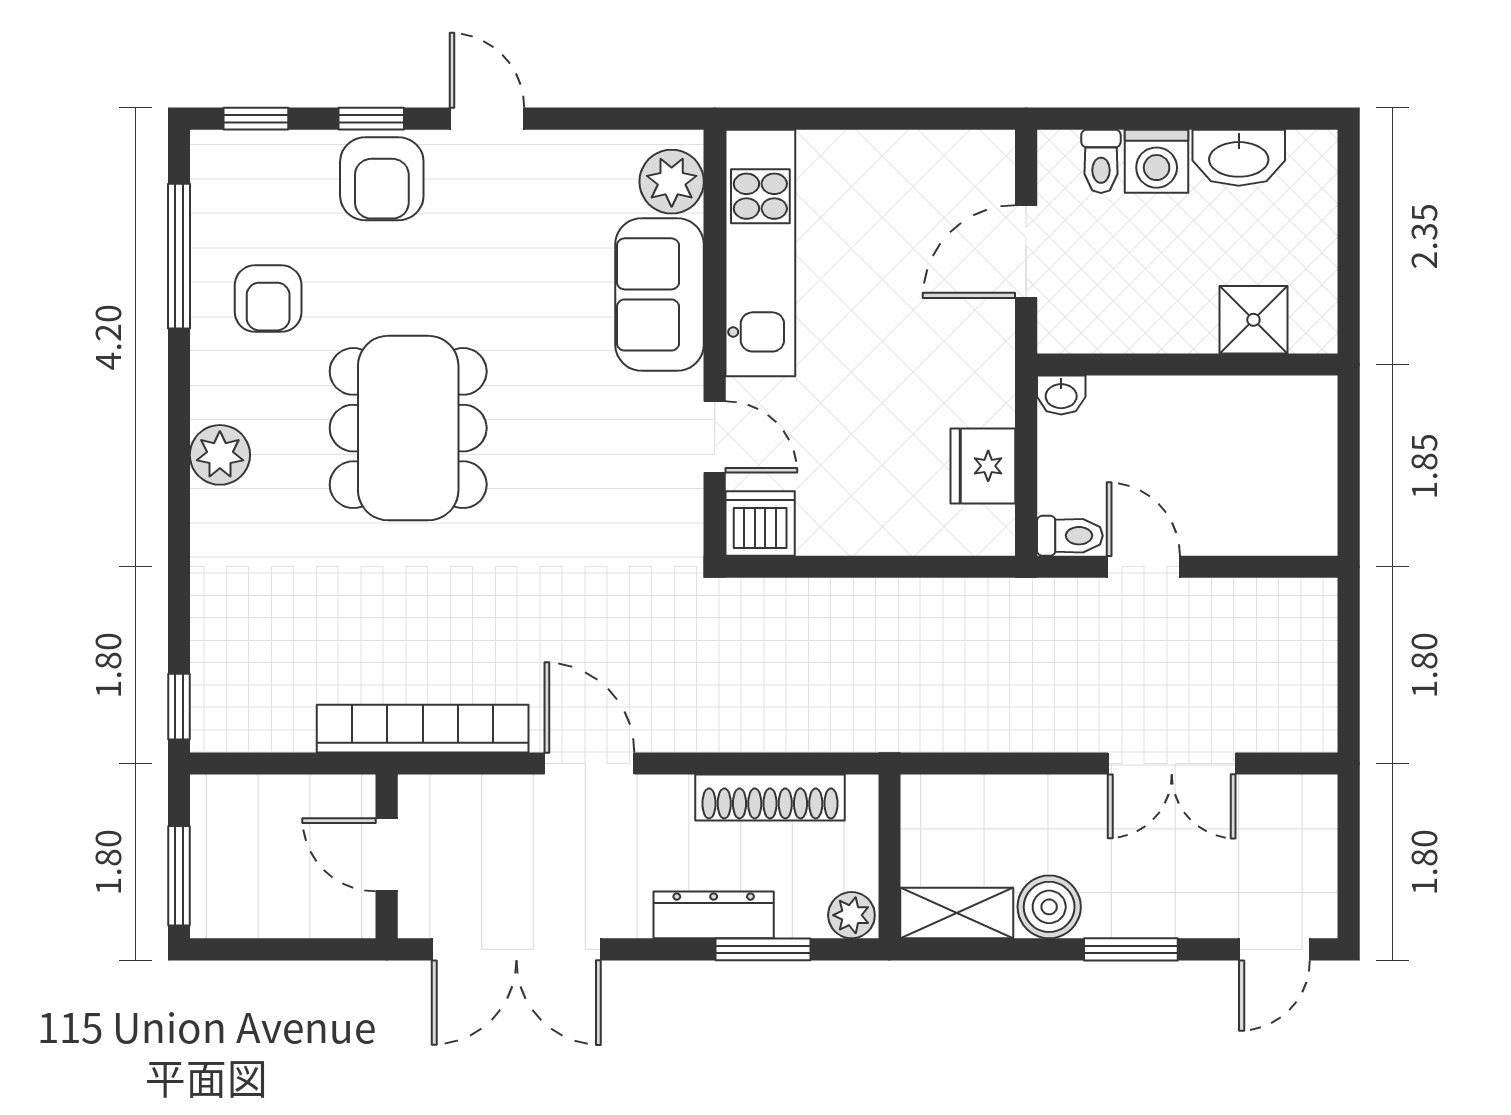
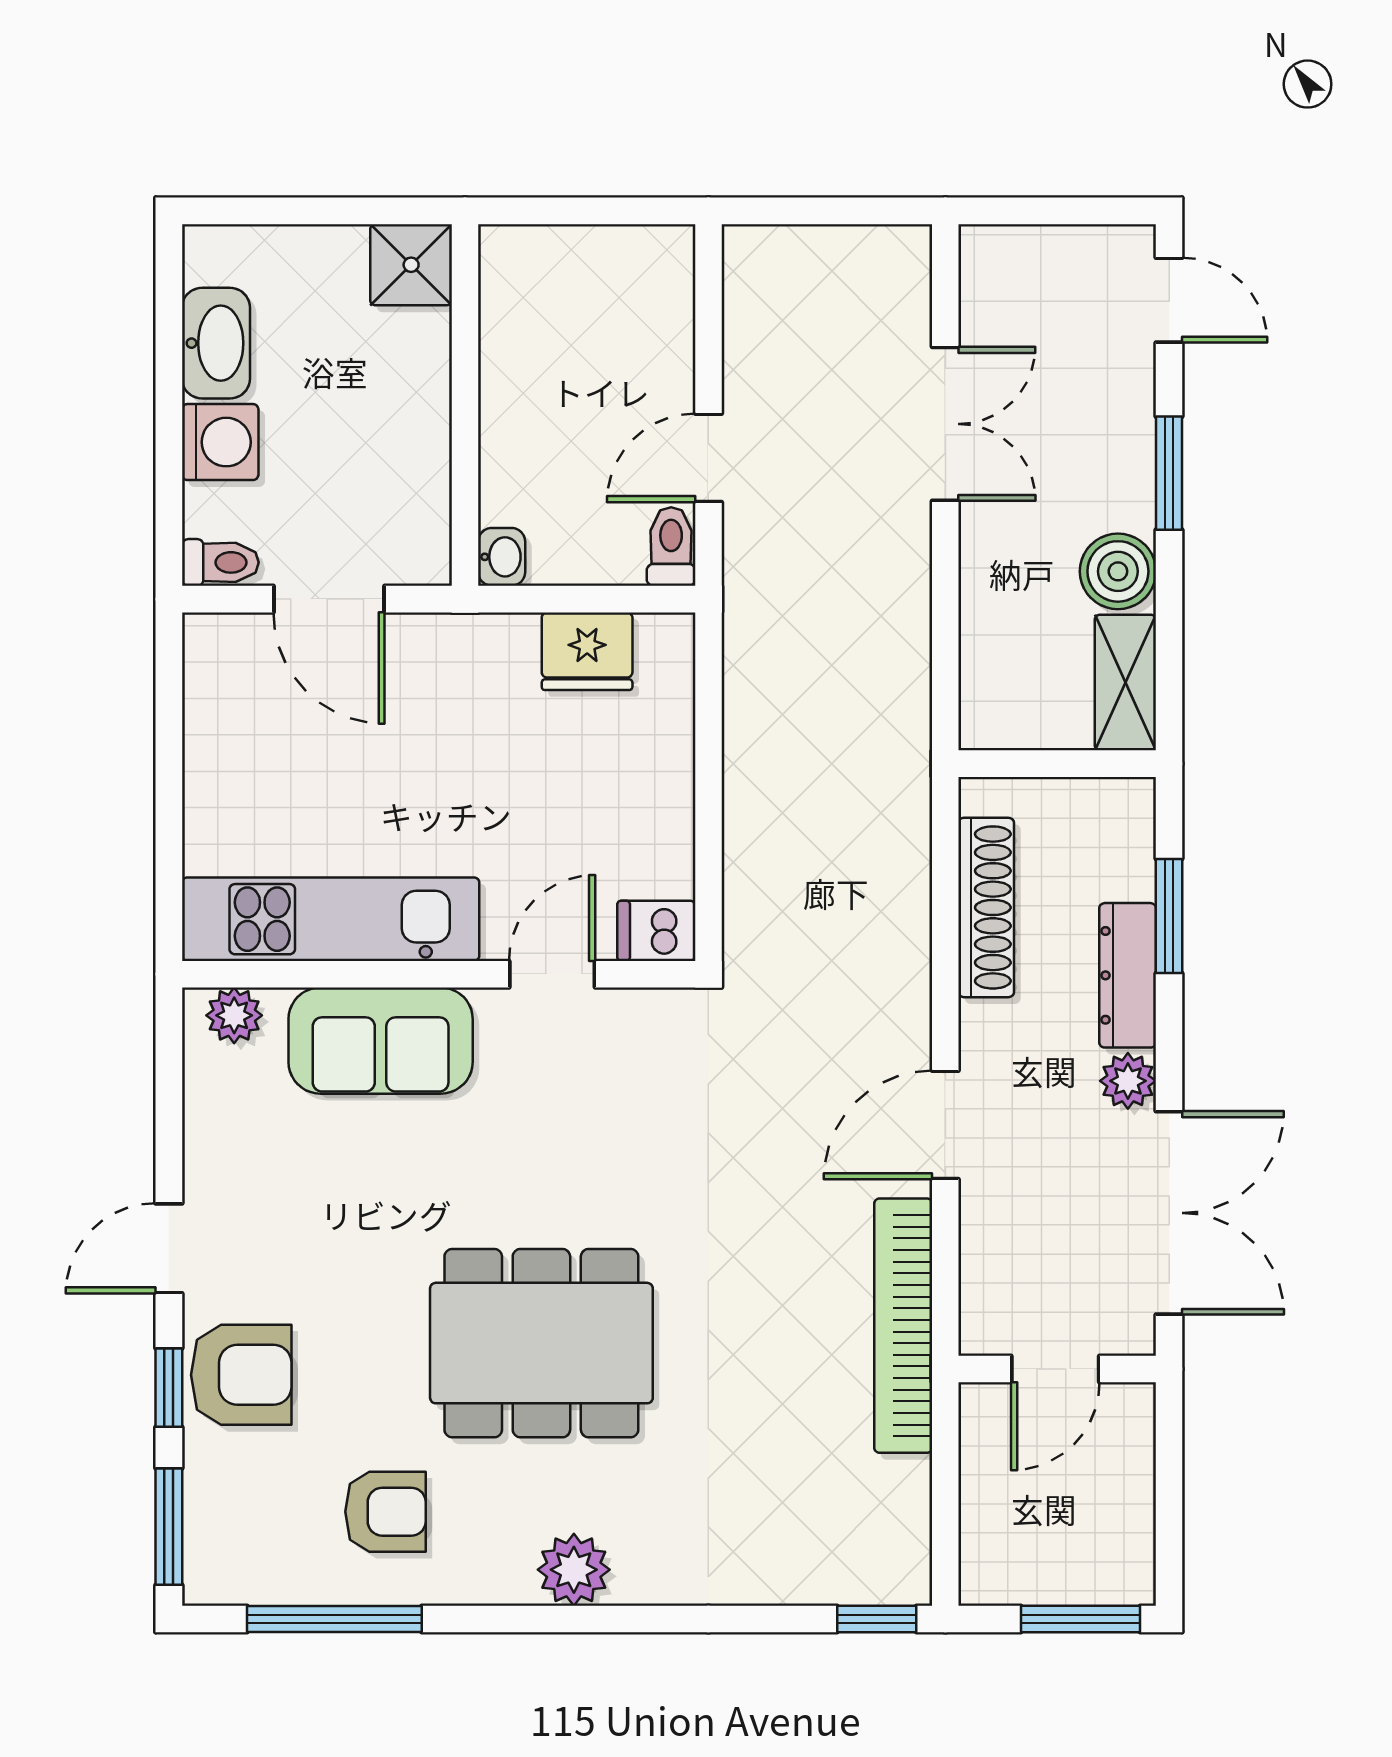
window: (256, 119) -> (169, 1527), width x1.50
toilet: (1101, 161) -> (220, 562), moved
plant: (672, 182) -> (234, 1015), width x0.73, depth x0.73
shower: (1253, 320) -> (411, 265), moved
dishwasher: (760, 523) -> (656, 931), width x0.73
plant: (851, 915) -> (1128, 1081), moved

